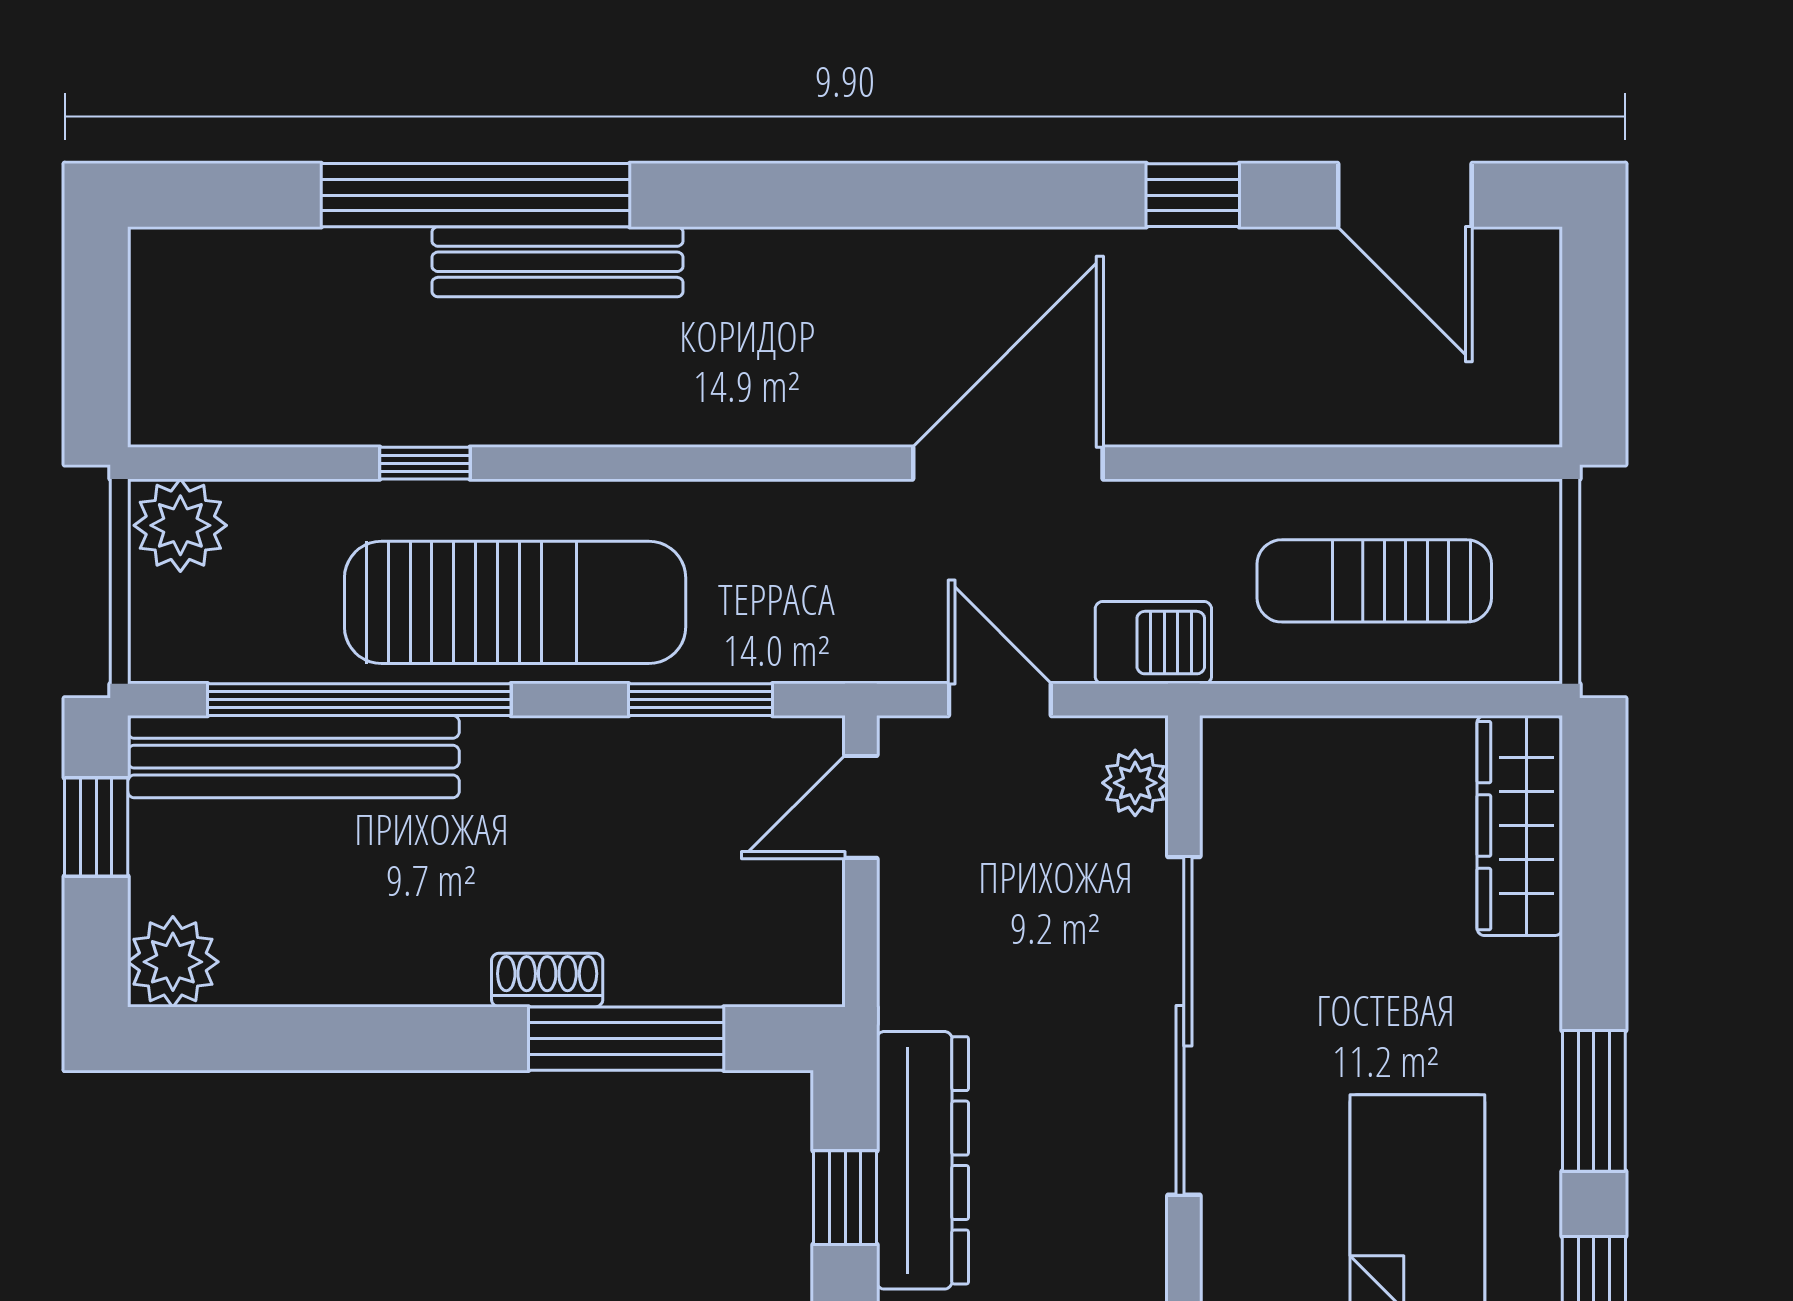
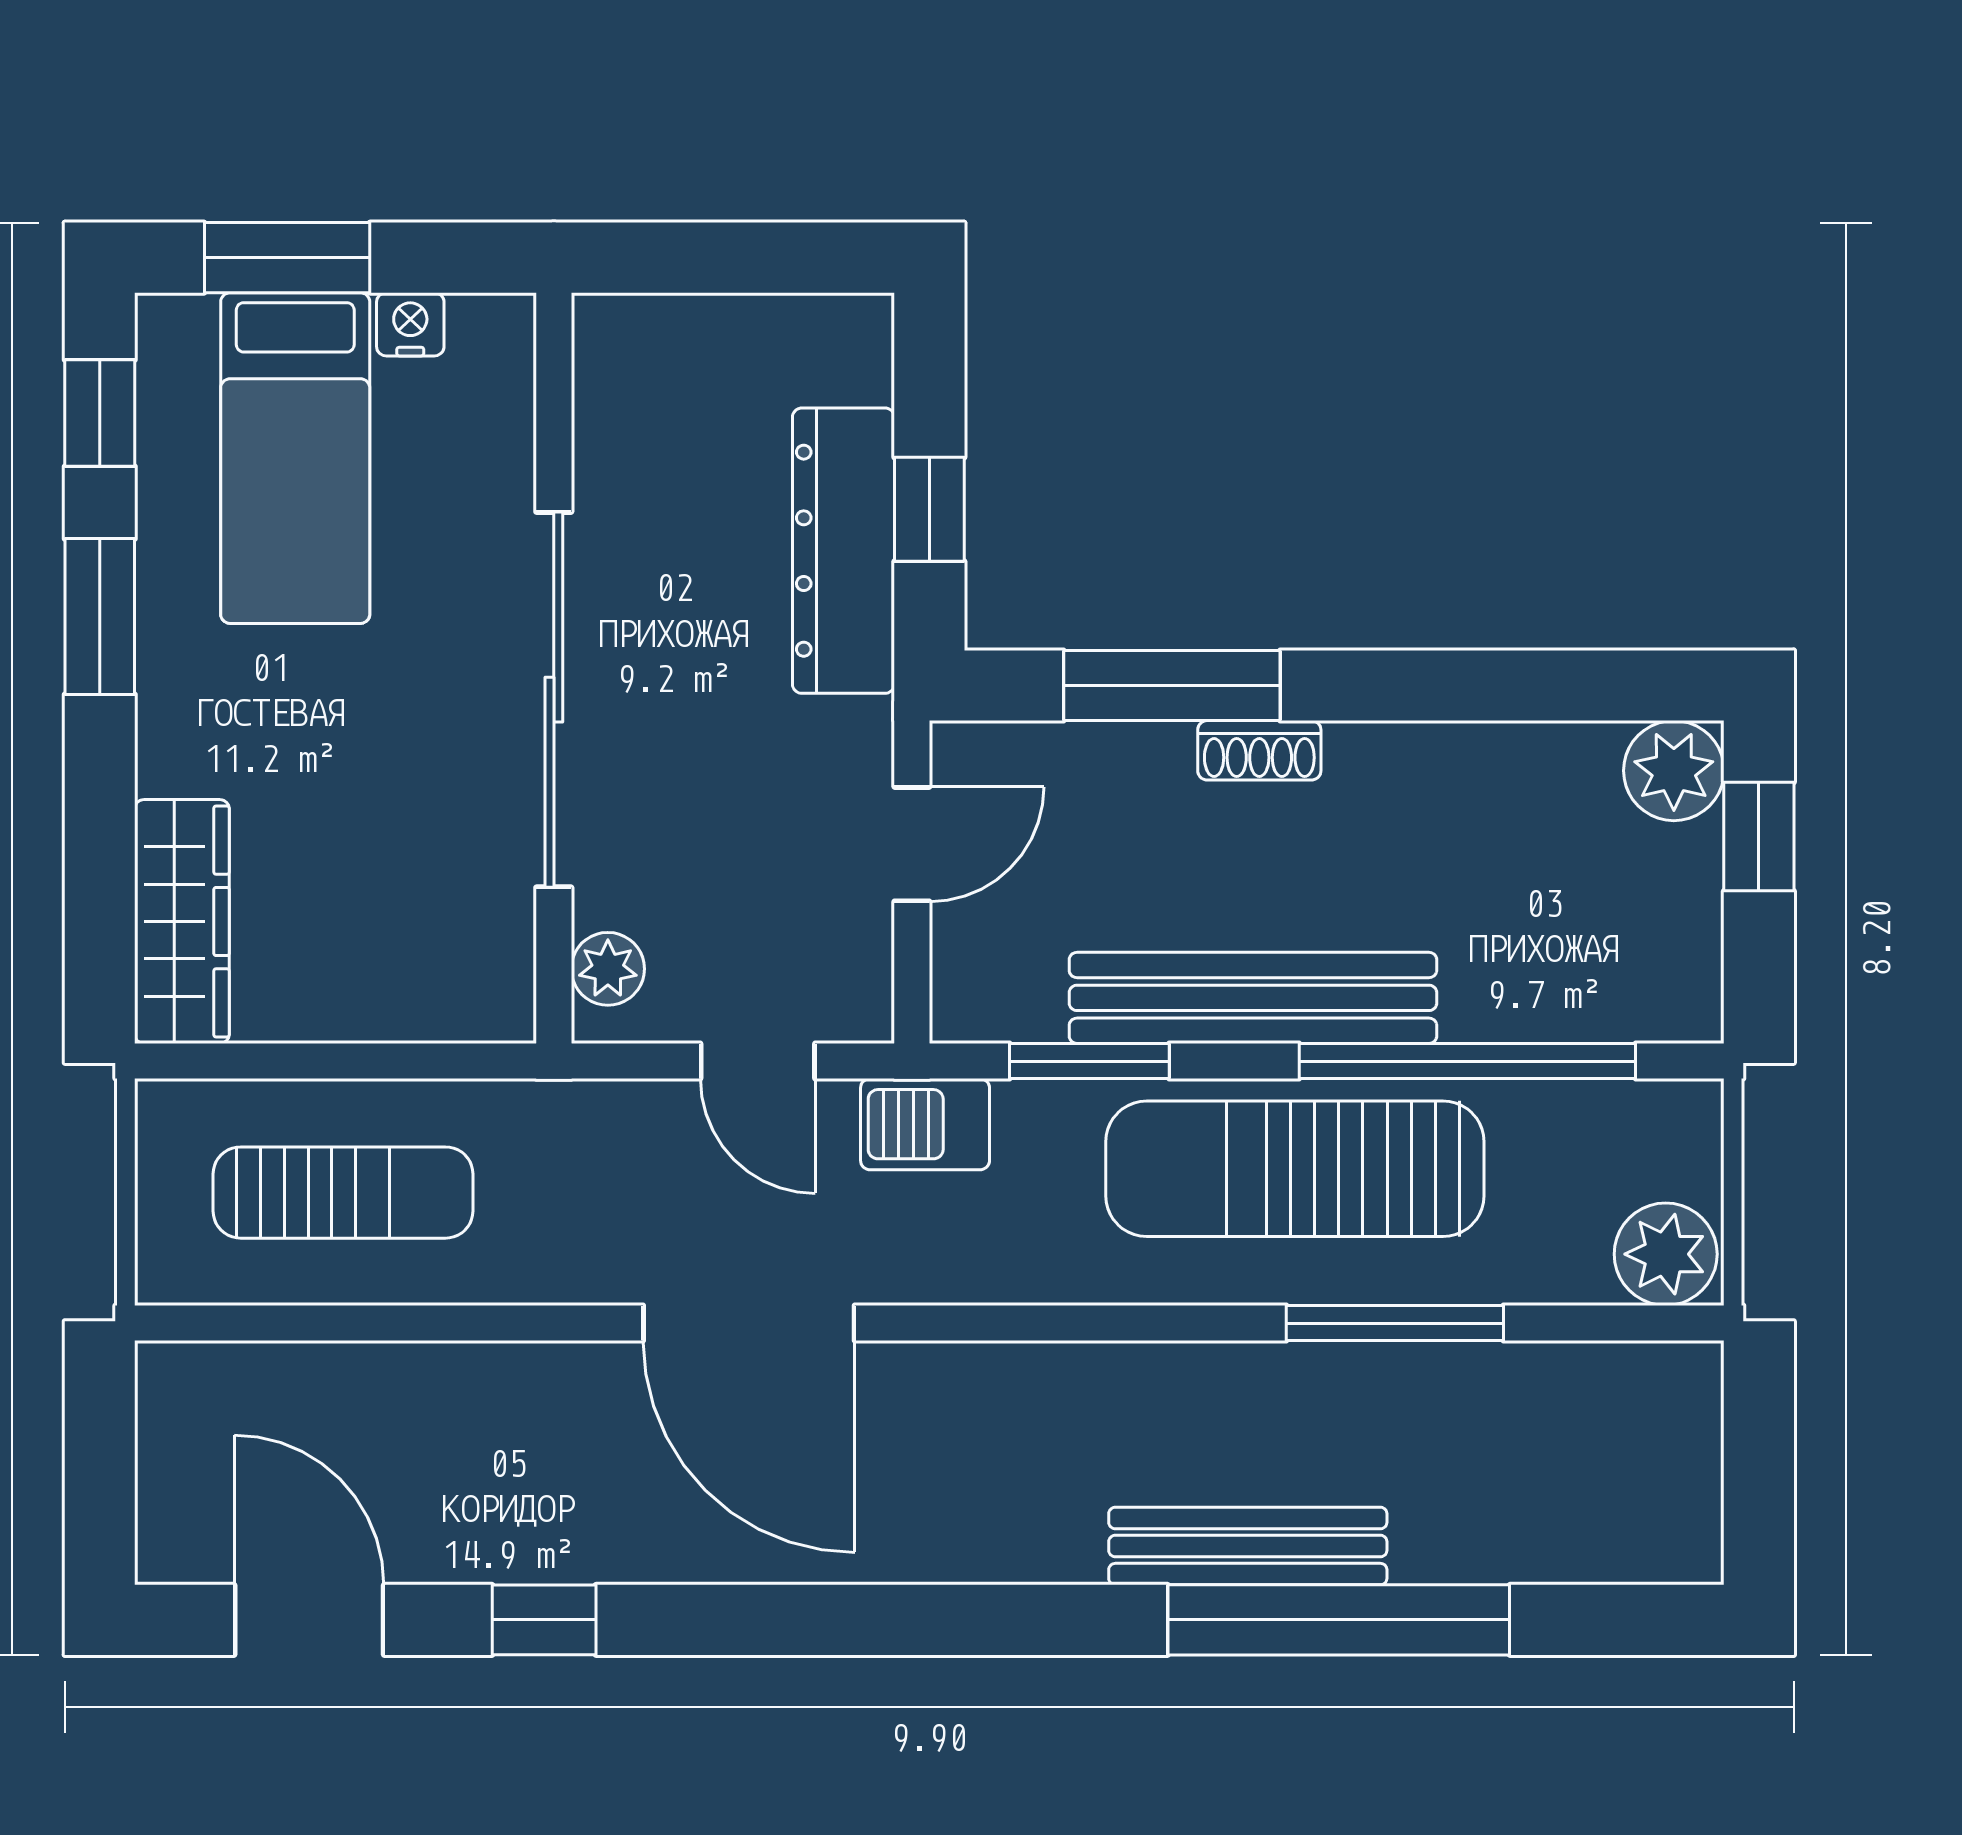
window: (425, 463) -> (1395, 1323), width x2.17
door: (1008, 463) -> (749, 1323), hinge flipped
barbecue: (1153, 643) -> (925, 1124), moved
bench: (293, 757) -> (1253, 998), moved
door: (861, 807) -> (912, 844), moved
window: (96, 827) -> (1759, 837), moved

